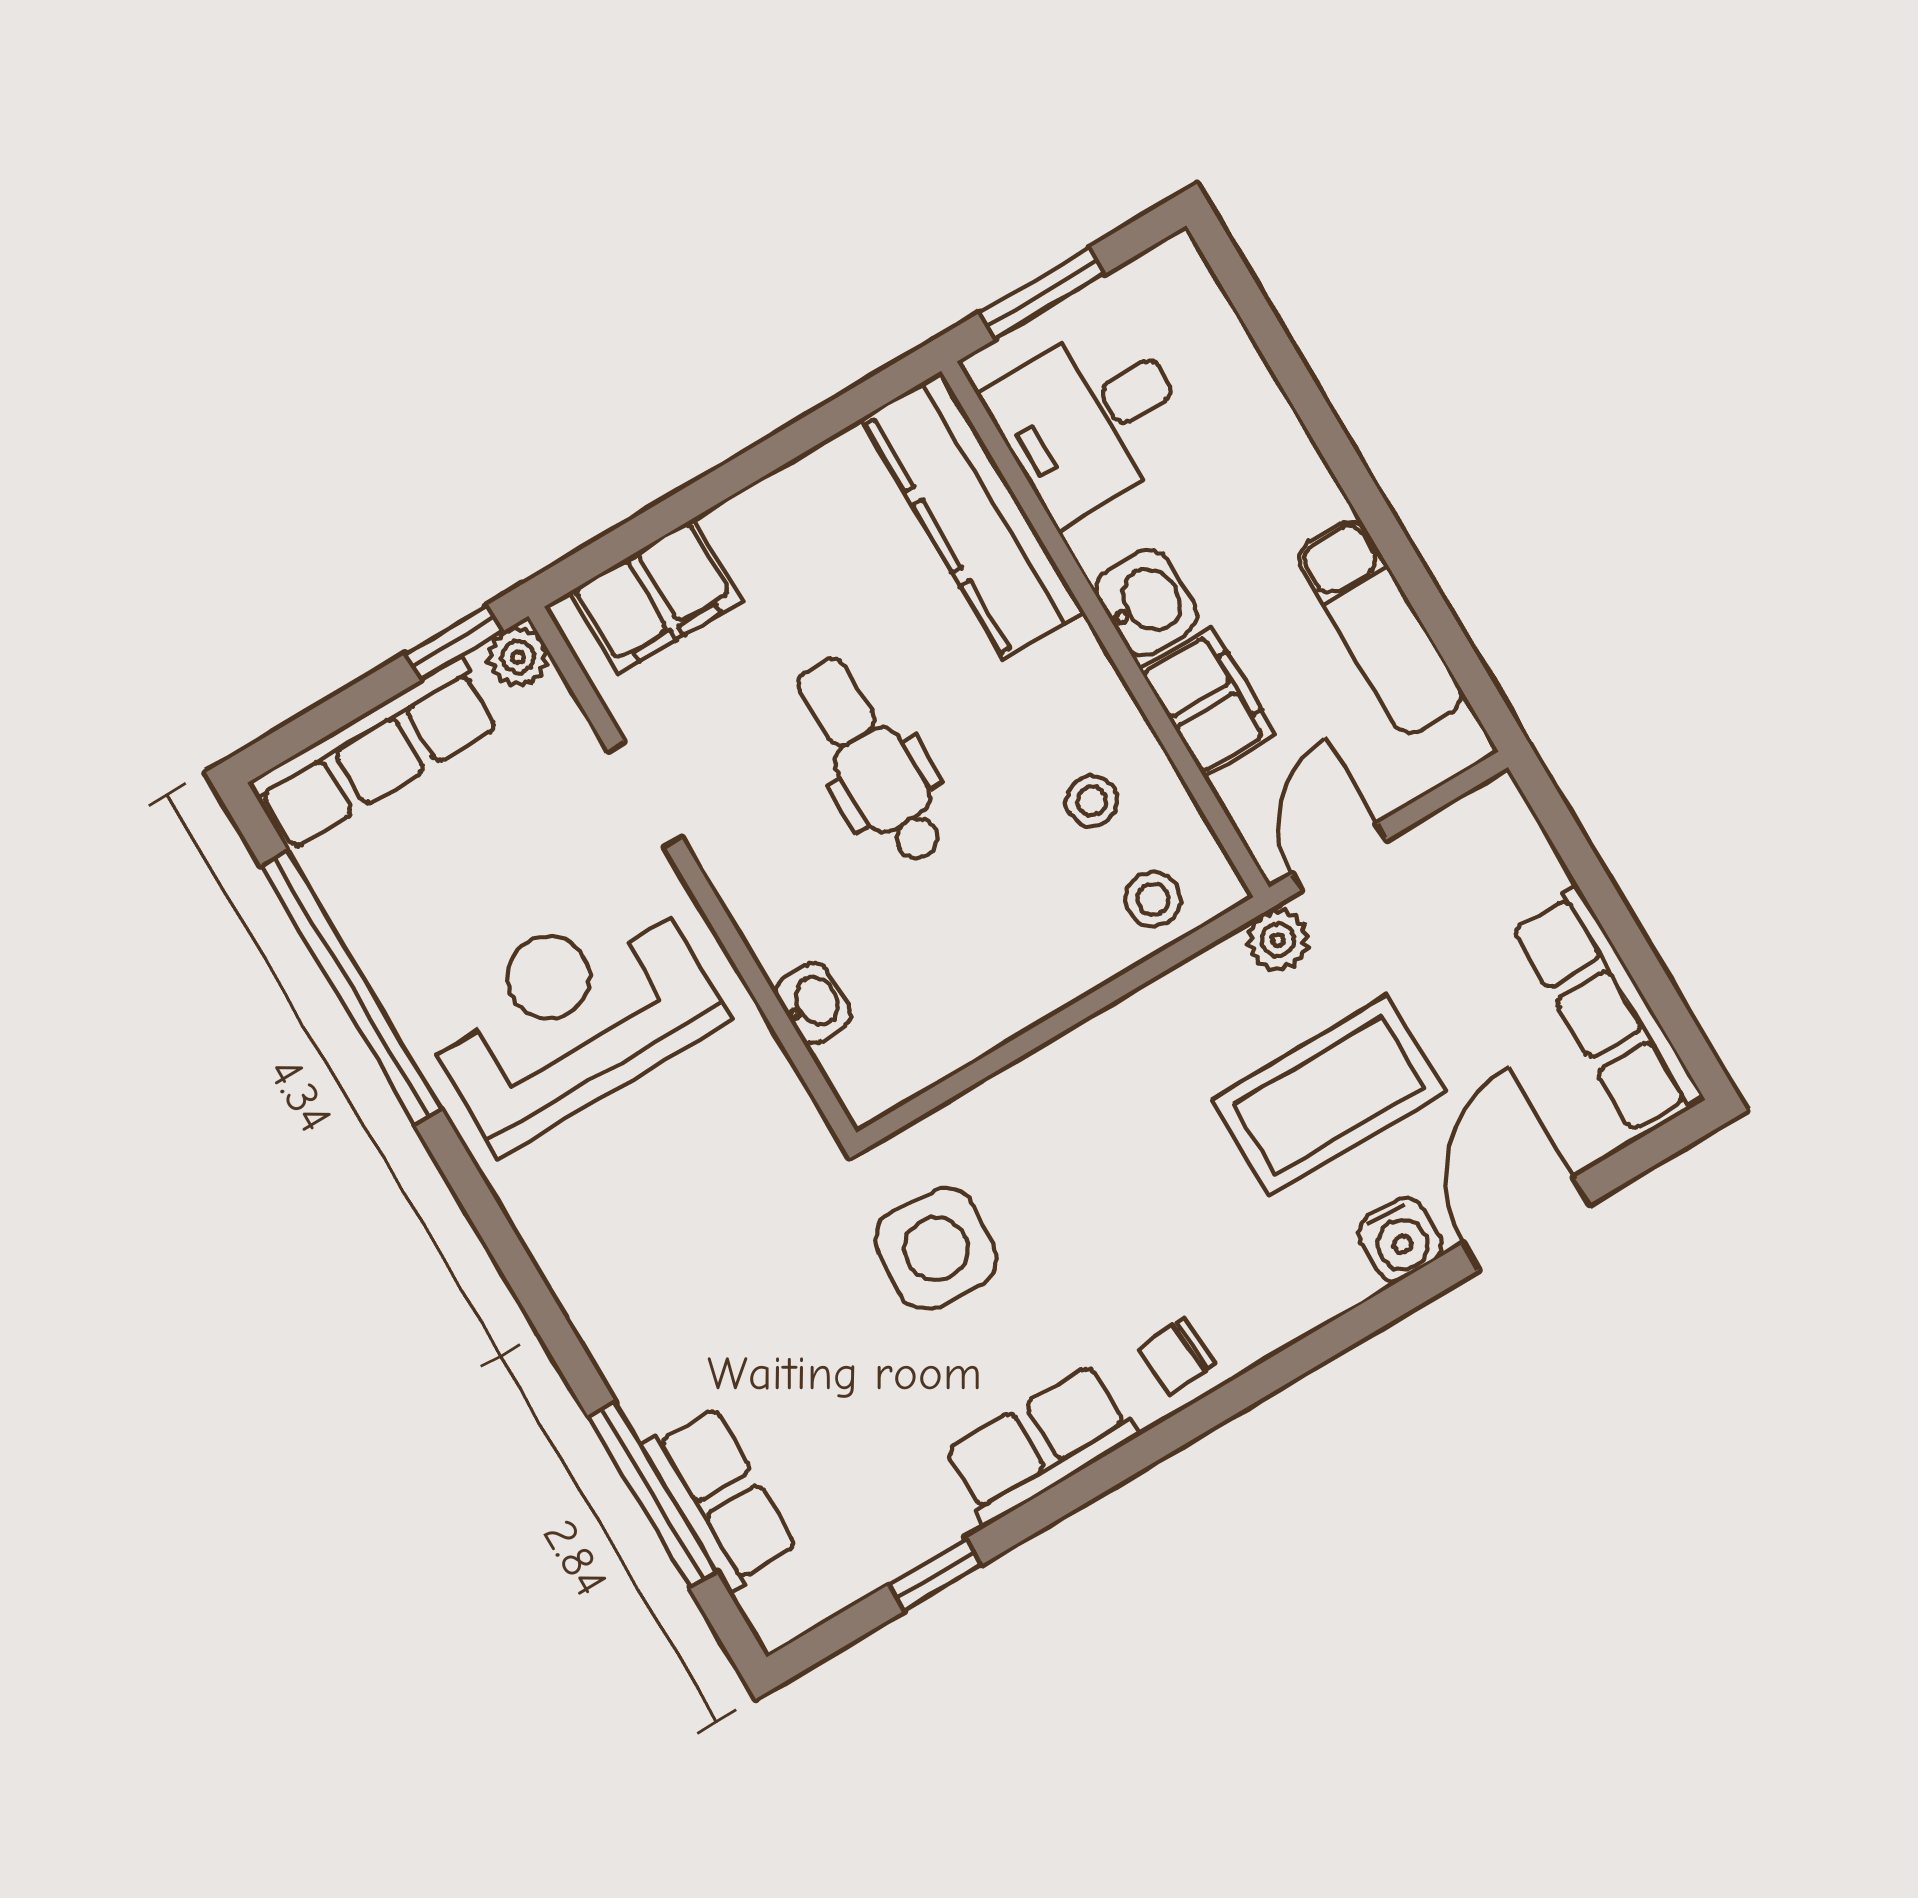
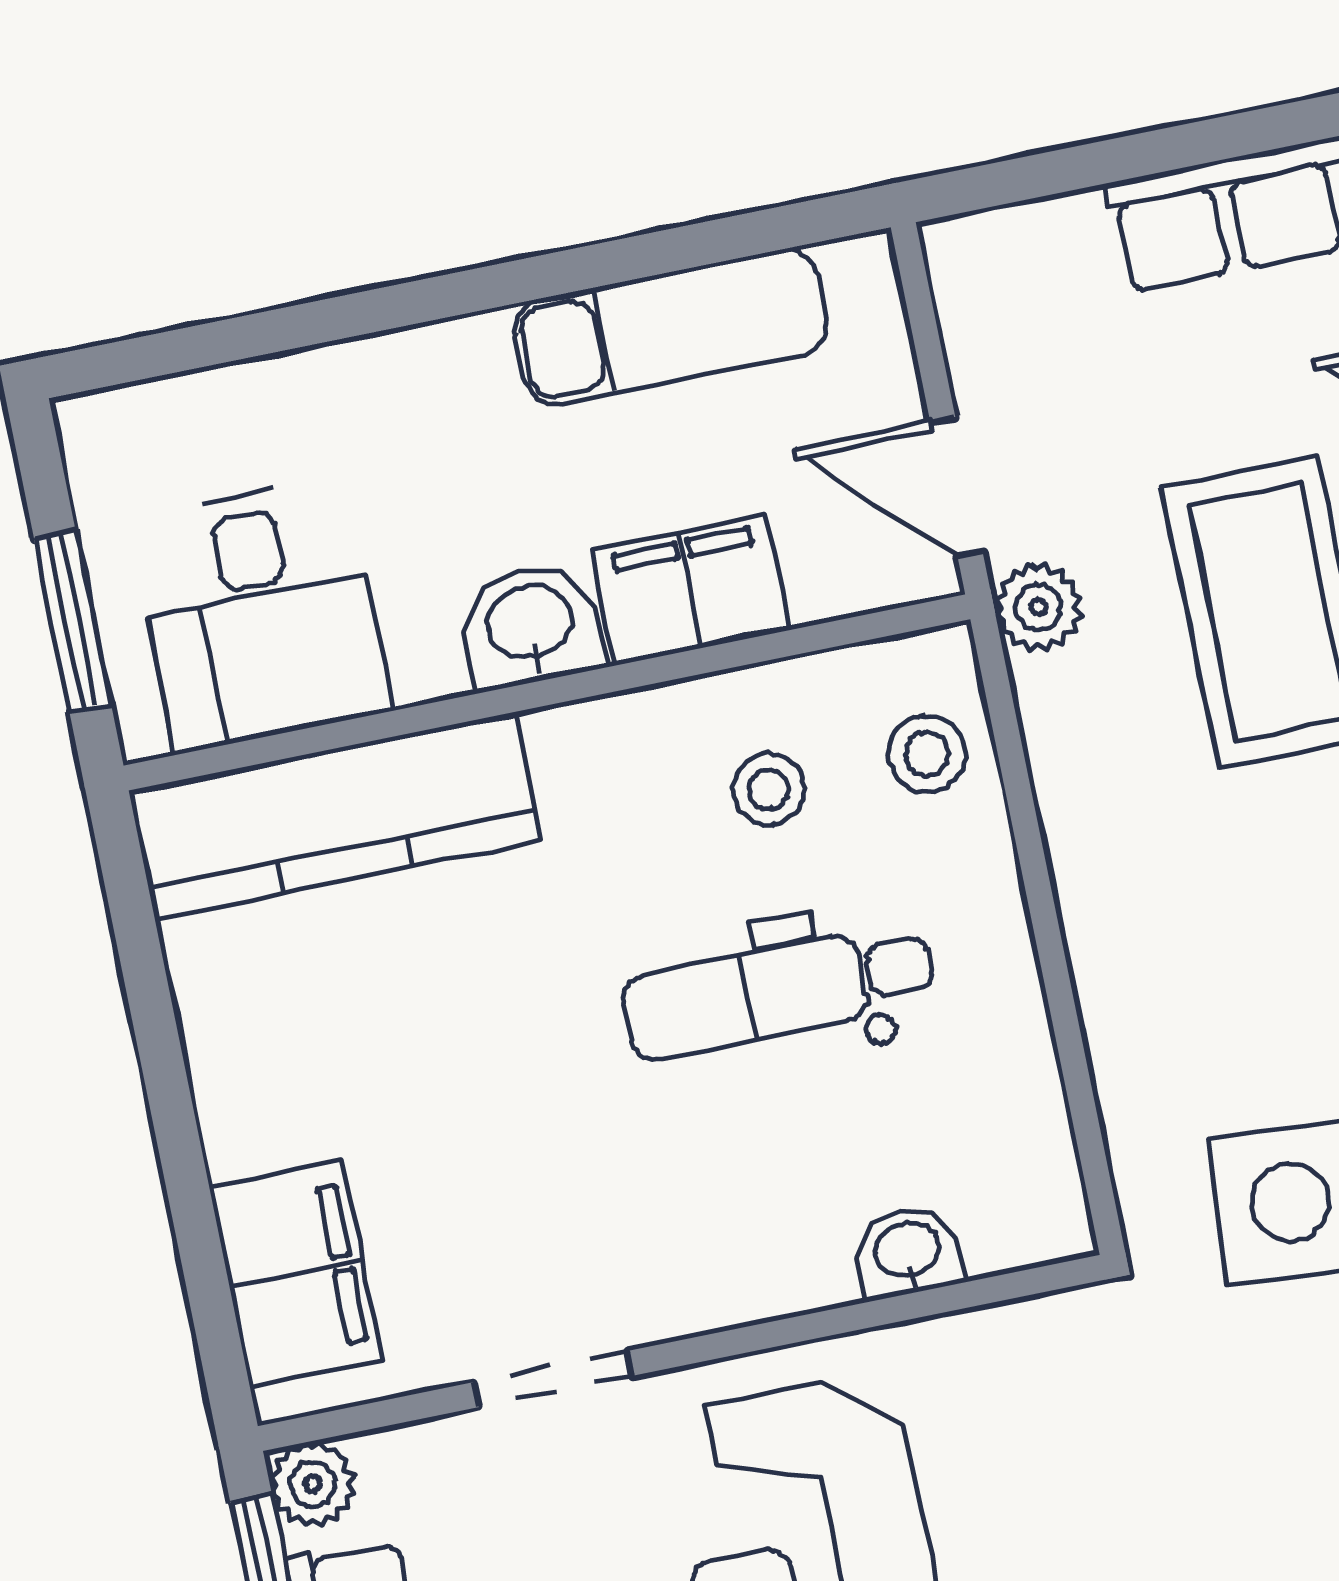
dental chair: (871, 761) -> (778, 991), moved

